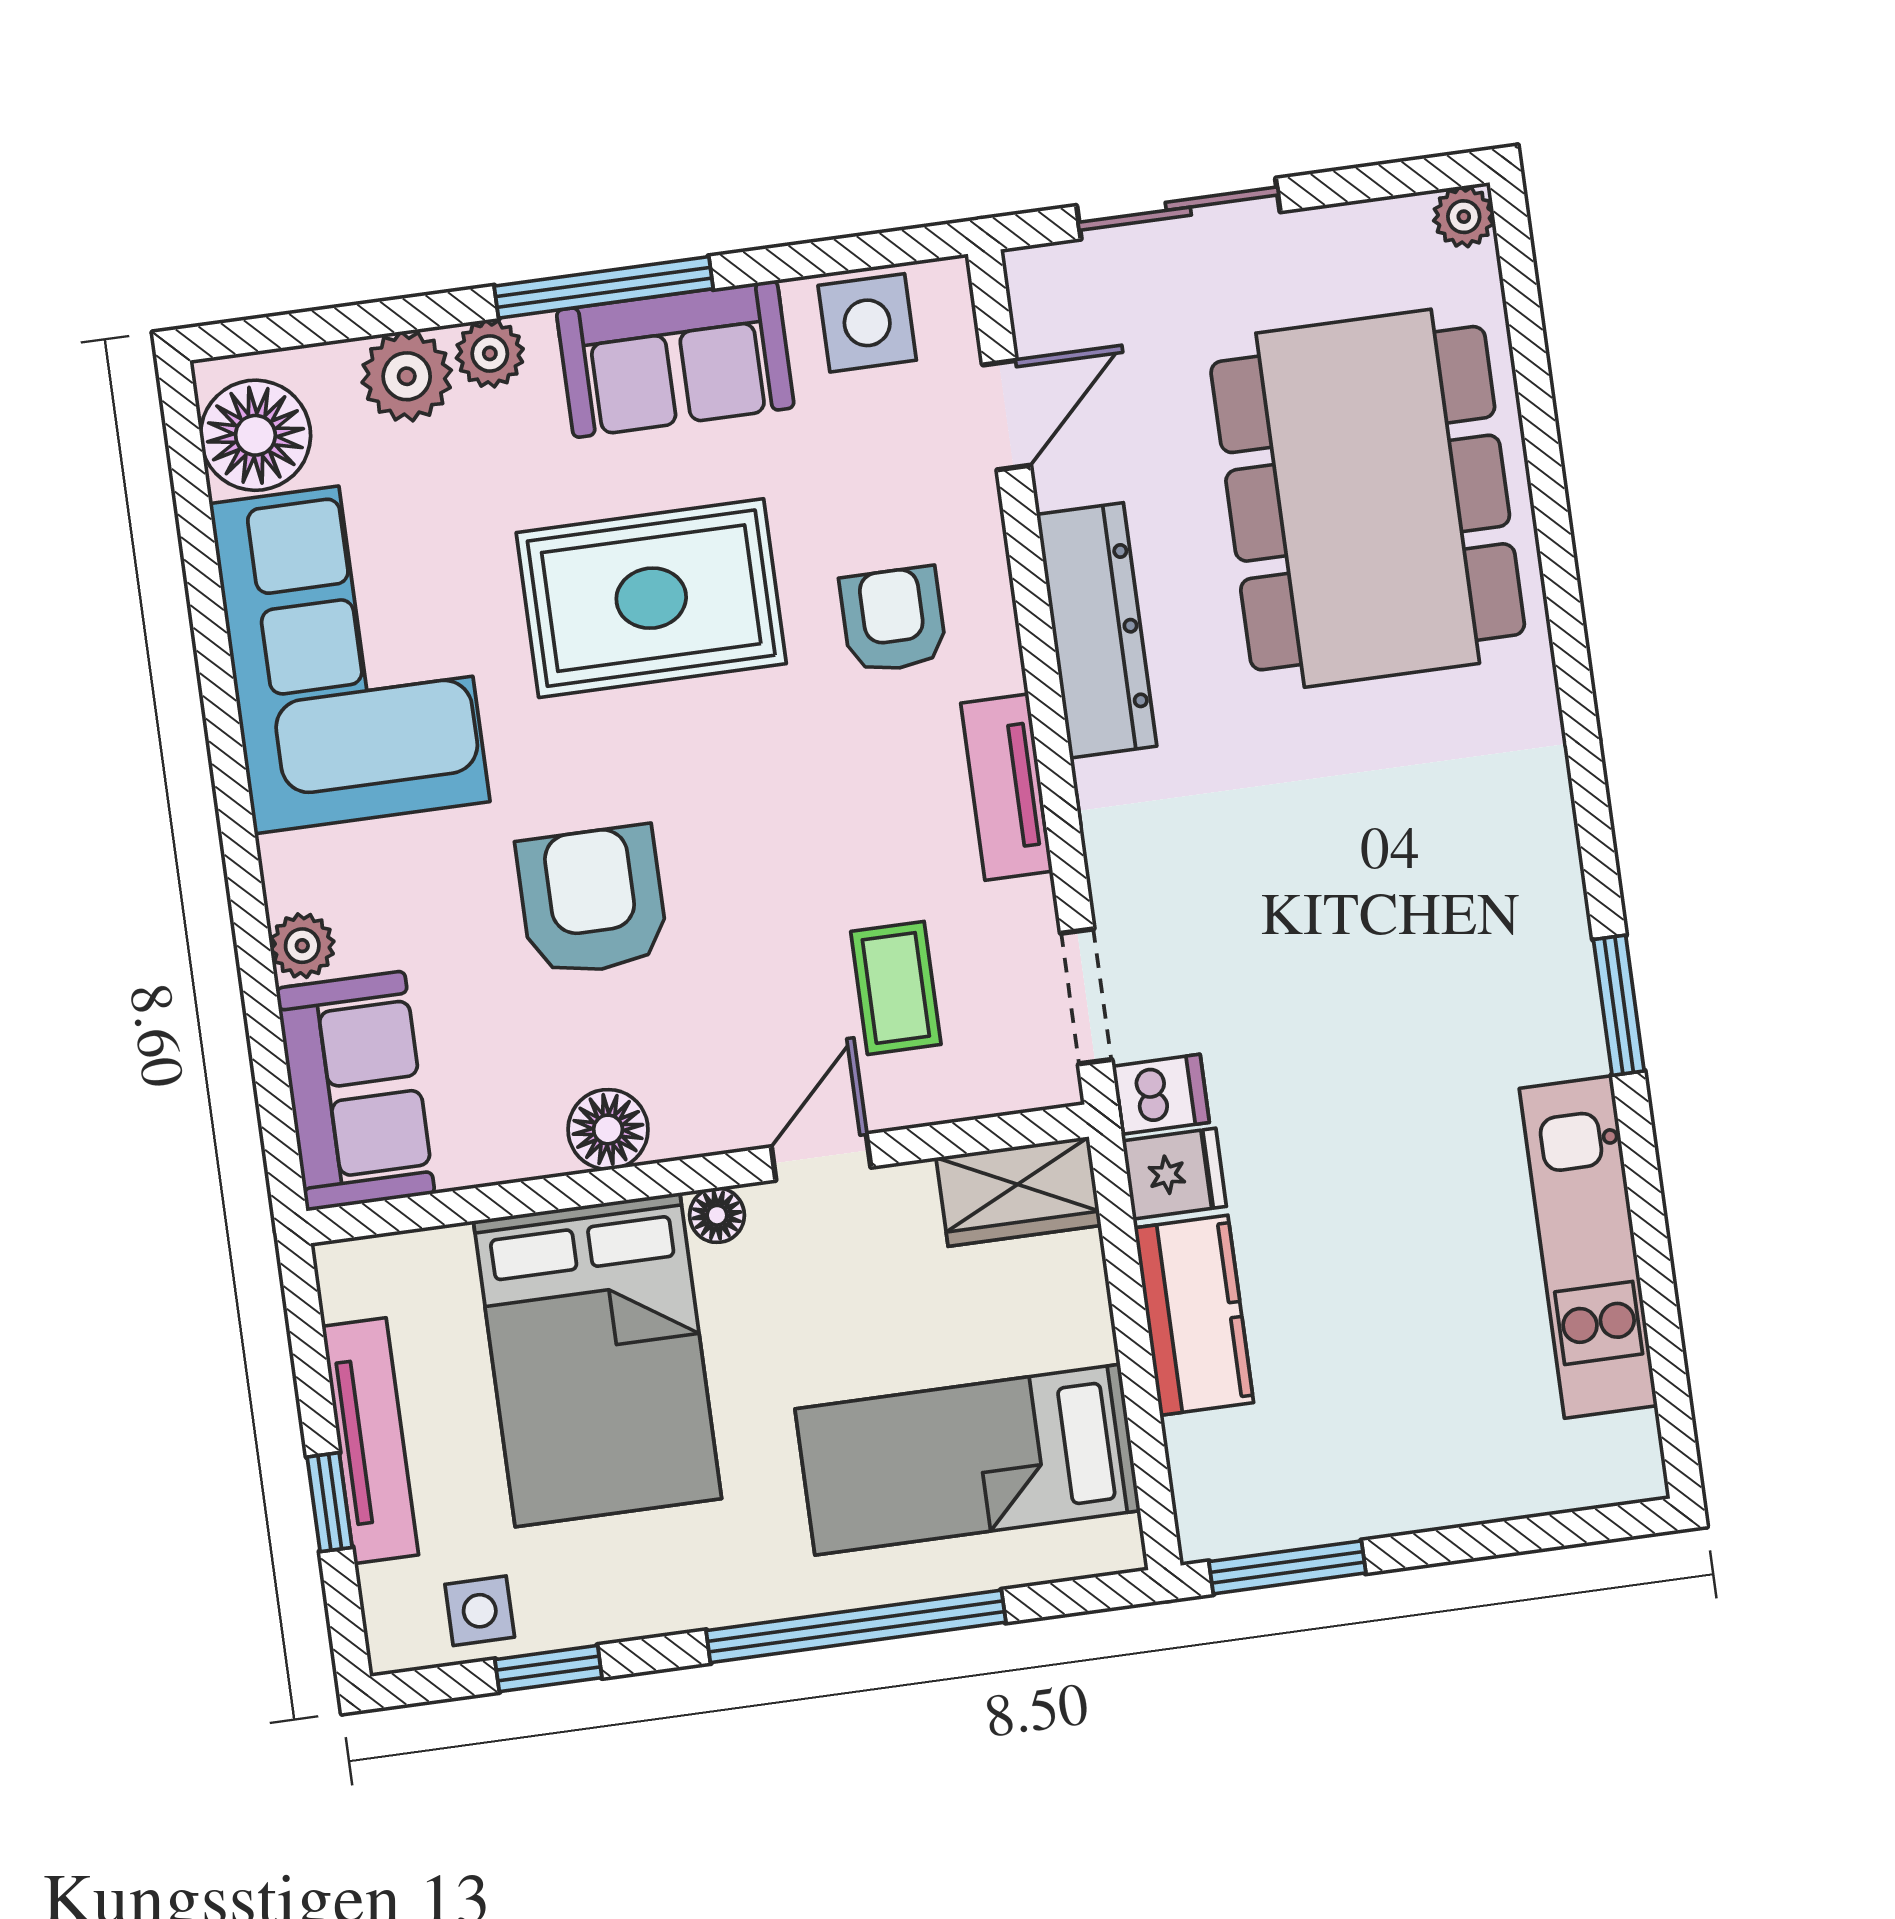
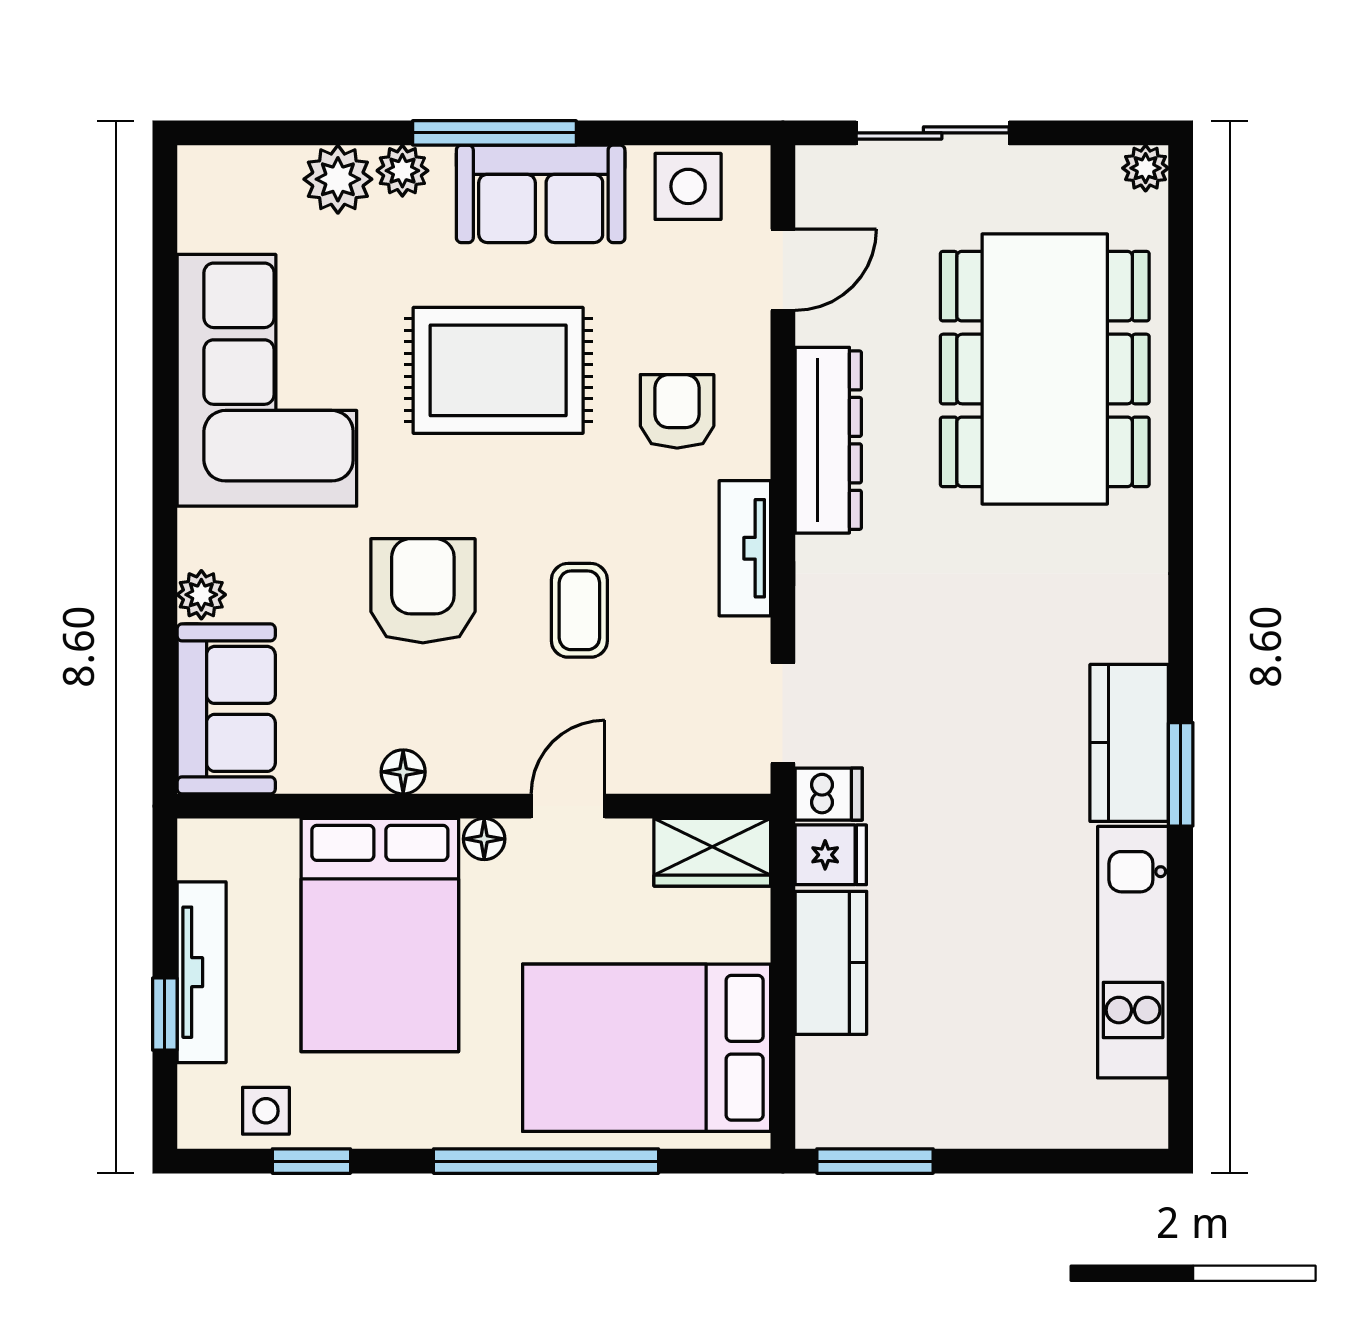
floor lamp: (255, 435) -> (219, 208), removed
kitchen counter: (1546, 973) -> (1129, 743), added
coffee table: (896, 988) -> (579, 610), moved
floor lamp: (608, 1129) -> (403, 772), width x0.73, depth x0.73
bed: (968, 1460) -> (647, 1048), width x1.50

